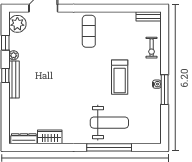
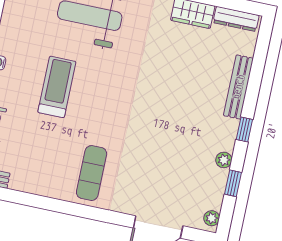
plant: (17, 24) -> (212, 218), width x0.53, depth x0.53
bench: (14, 79) -> (238, 87), moved

